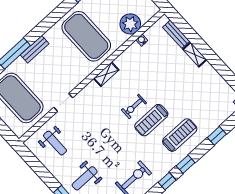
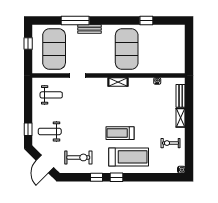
plant: (130, 24) -> (159, 65), removed
exercise bike: (134, 106) -> (171, 143), moved
treadmill: (180, 135) -> (129, 157), width x1.37, depth x1.38
window: (217, 136) -> (150, 177), removed
weight bench: (55, 143) -> (51, 95), turned -90

